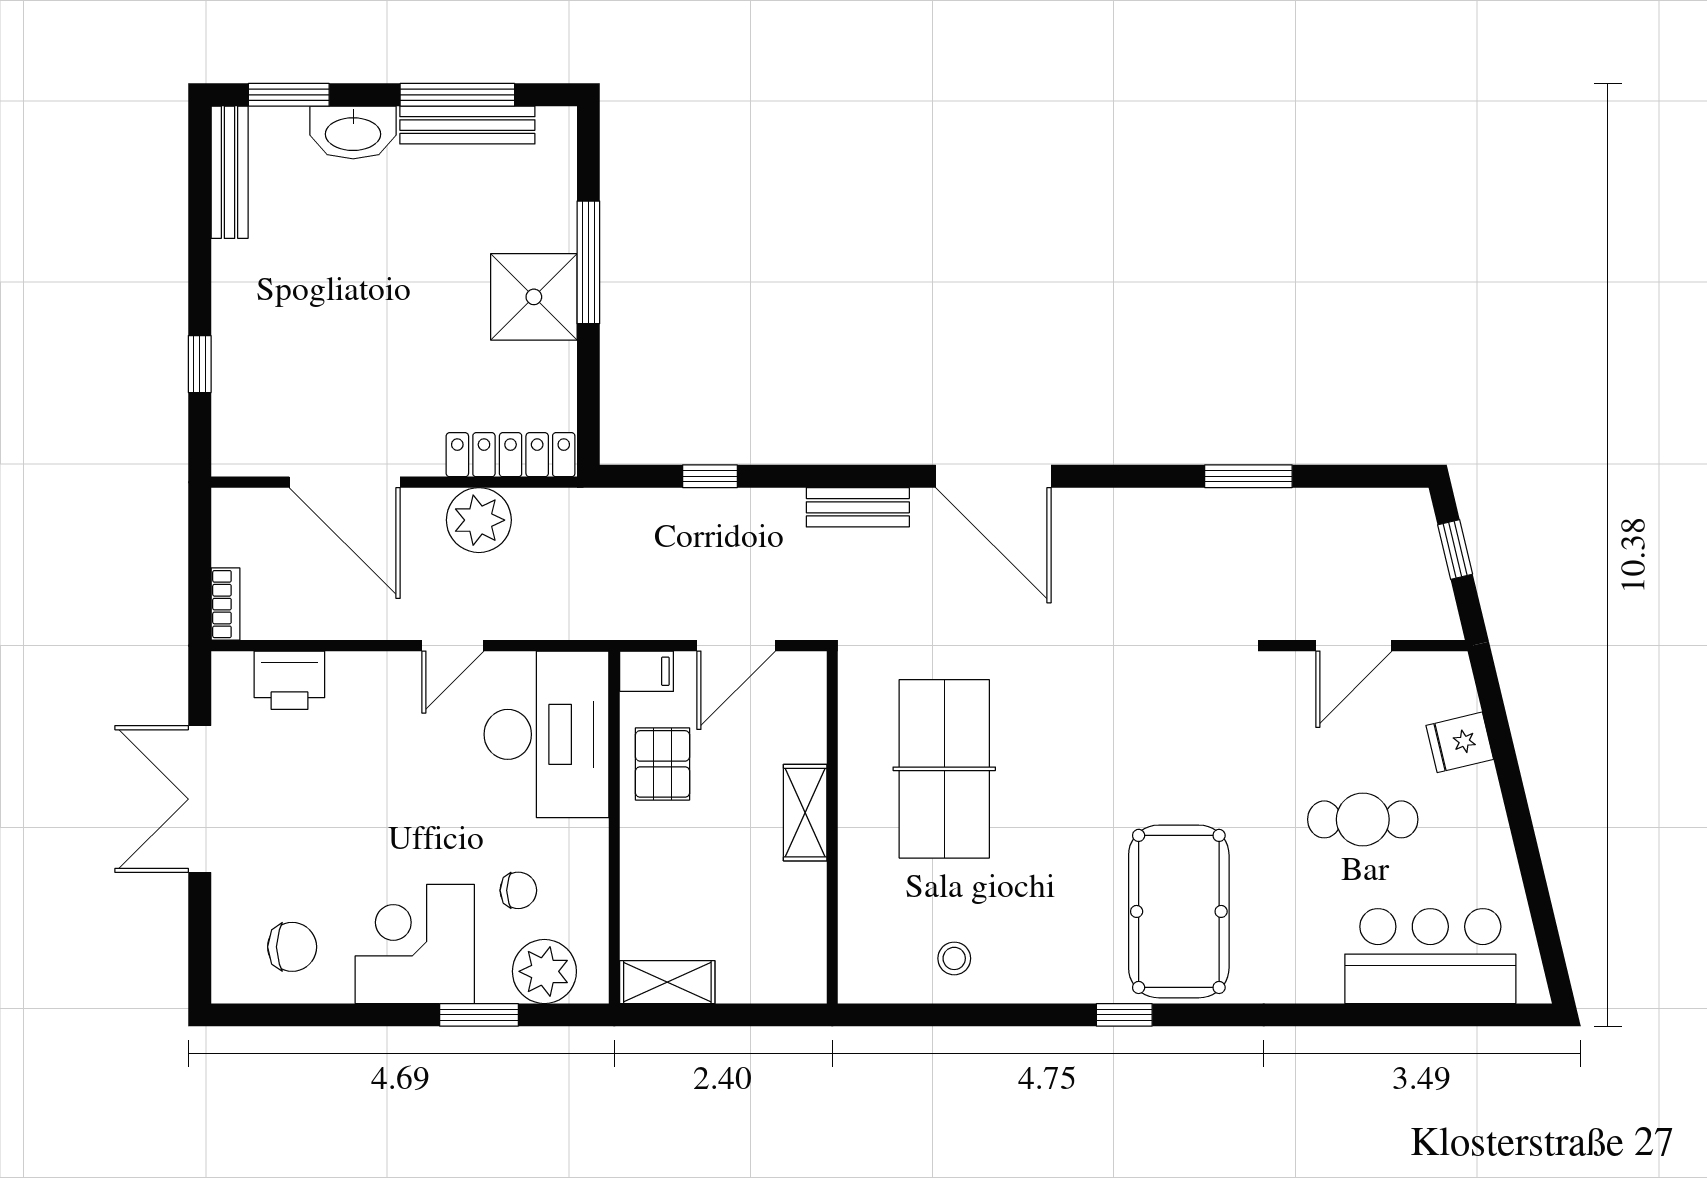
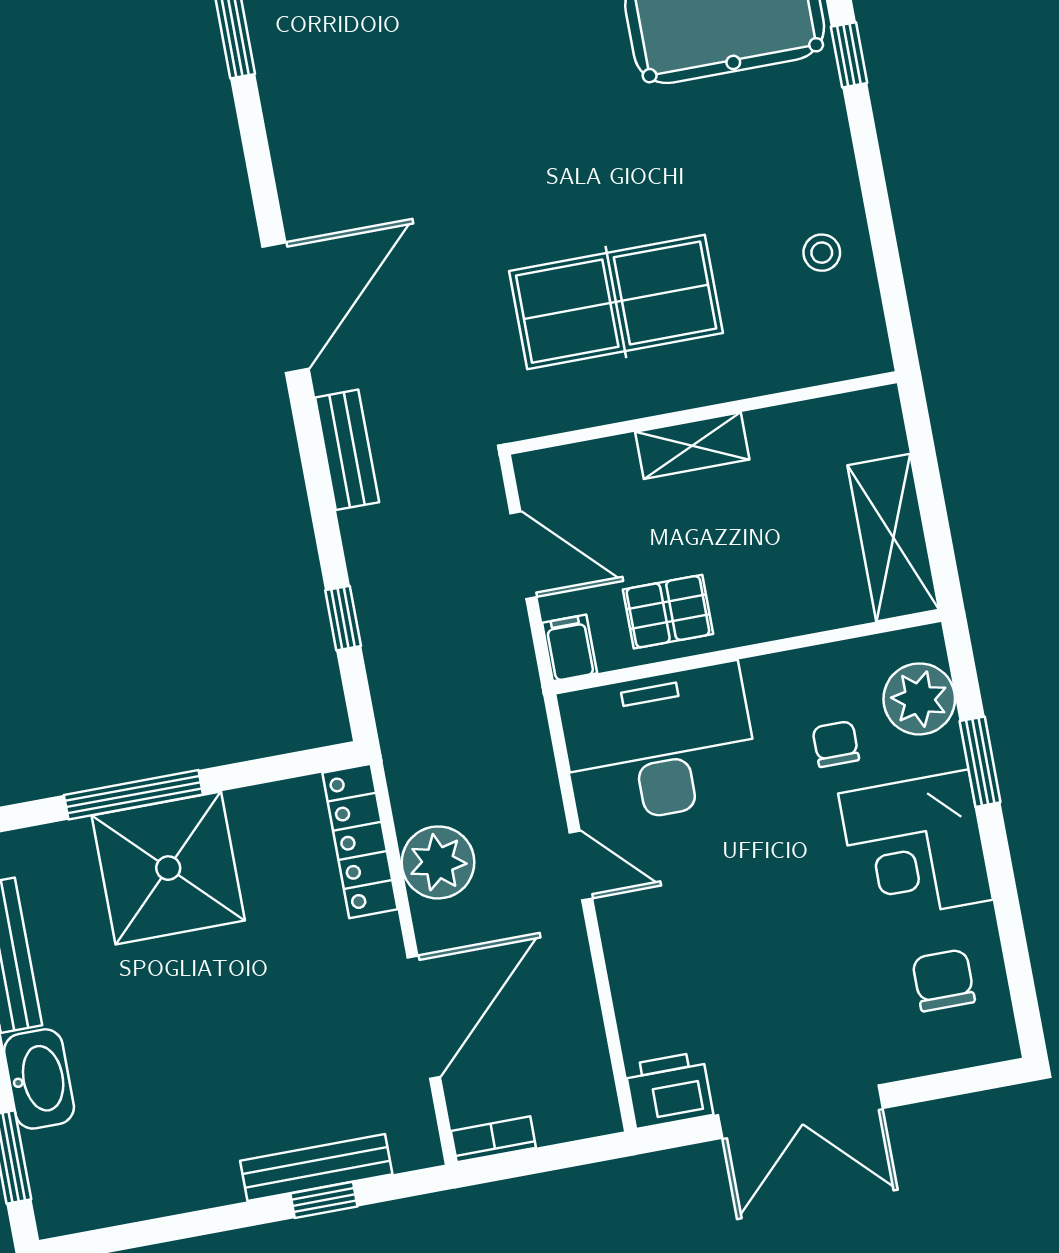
bench: (230, 172) -> (316, 1168), moved
shower: (534, 297) -> (168, 868), width x1.37, depth x1.37
bookcase: (225, 604) -> (493, 1139), moved
printer: (289, 680) -> (669, 1090), moved, turned -90
shelving: (667, 982) -> (893, 538), width x1.50, depth x1.33

